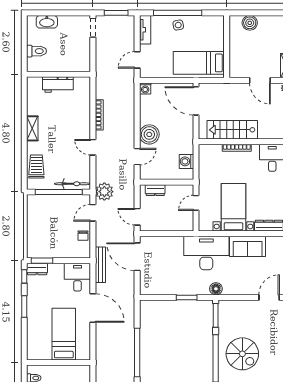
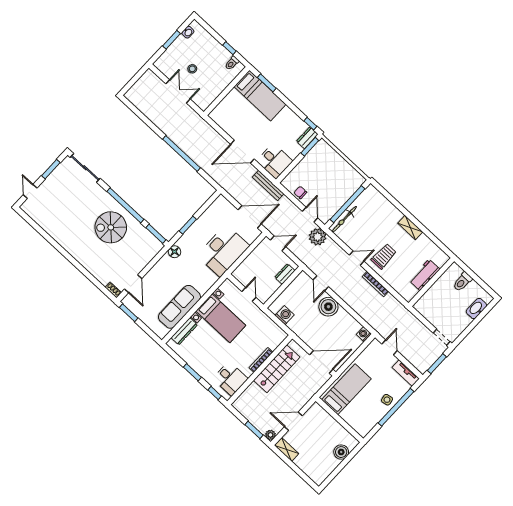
trolley: (36, 167) -> (384, 256), moved, turned -90
sofa: (248, 246) -> (179, 307), width x1.36
desk: (206, 253) -> (223, 251), moved
window: (24, 306) -> (267, 83), moved
bed: (64, 334) -> (260, 95), moved

